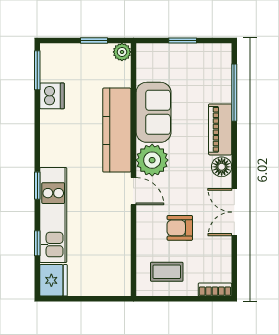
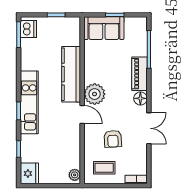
plant: (122, 52) -> (75, 175), moved
dishwasher: (52, 96) -> (28, 29), moved
sofa: (154, 112) -> (104, 28), moved, turned 90
double door: (234, 212) -> (149, 128), swing flipped
kitchen unit: (53, 215) -> (29, 102), moved
armchair: (180, 228) -> (113, 139), turned -93

